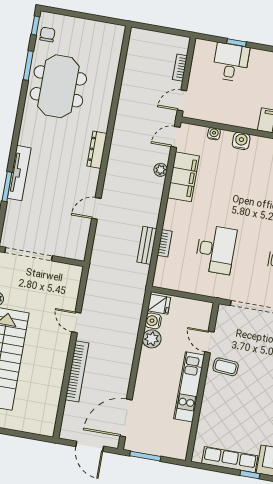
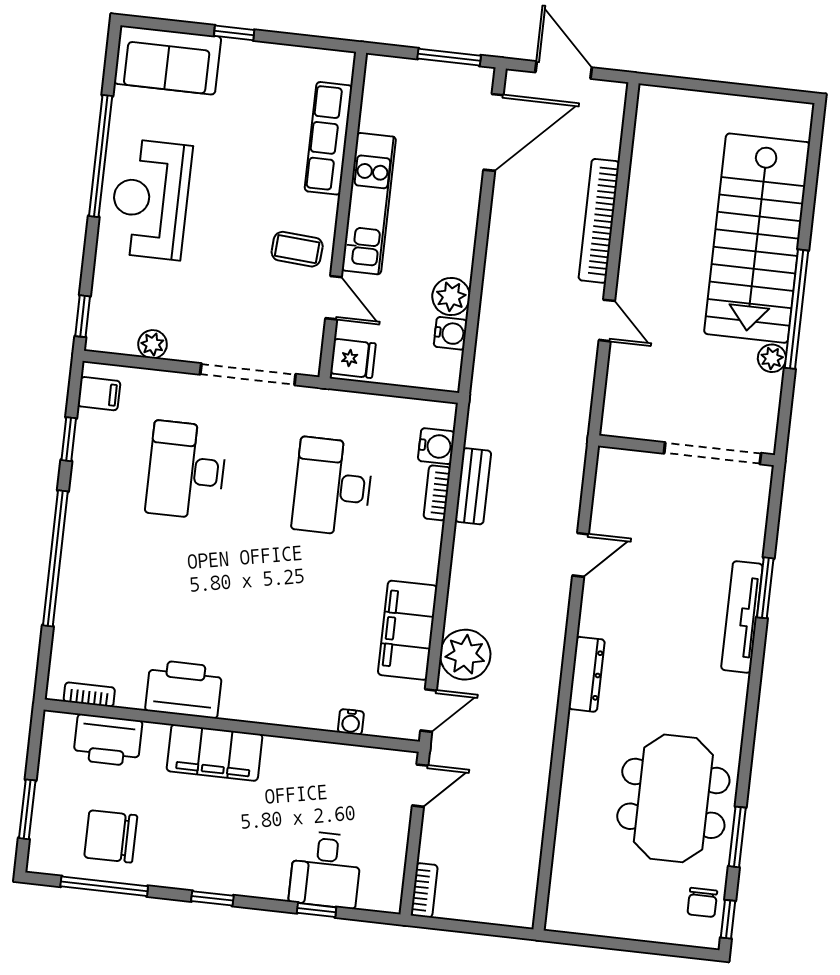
bookcase: (180, 68) -> (424, 890), moved
water cooler: (241, 141) -> (436, 446), moved, turned -90
plant: (161, 170) -> (465, 655), width x1.88, depth x1.88
fridge: (159, 304) -> (353, 358), moved, turned 180
row of seats: (230, 460) -> (328, 138), moved, turned 90

